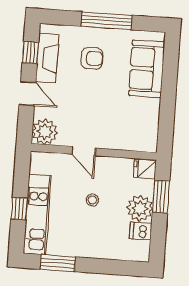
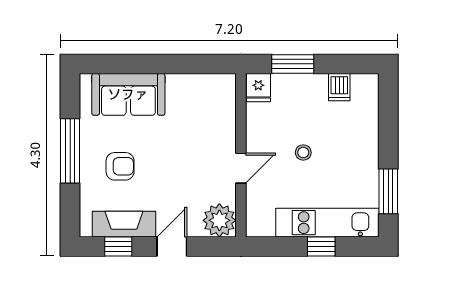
armchair: (92, 58) -> (120, 166), turned 90
plant: (140, 208) -> (310, 90), removed

